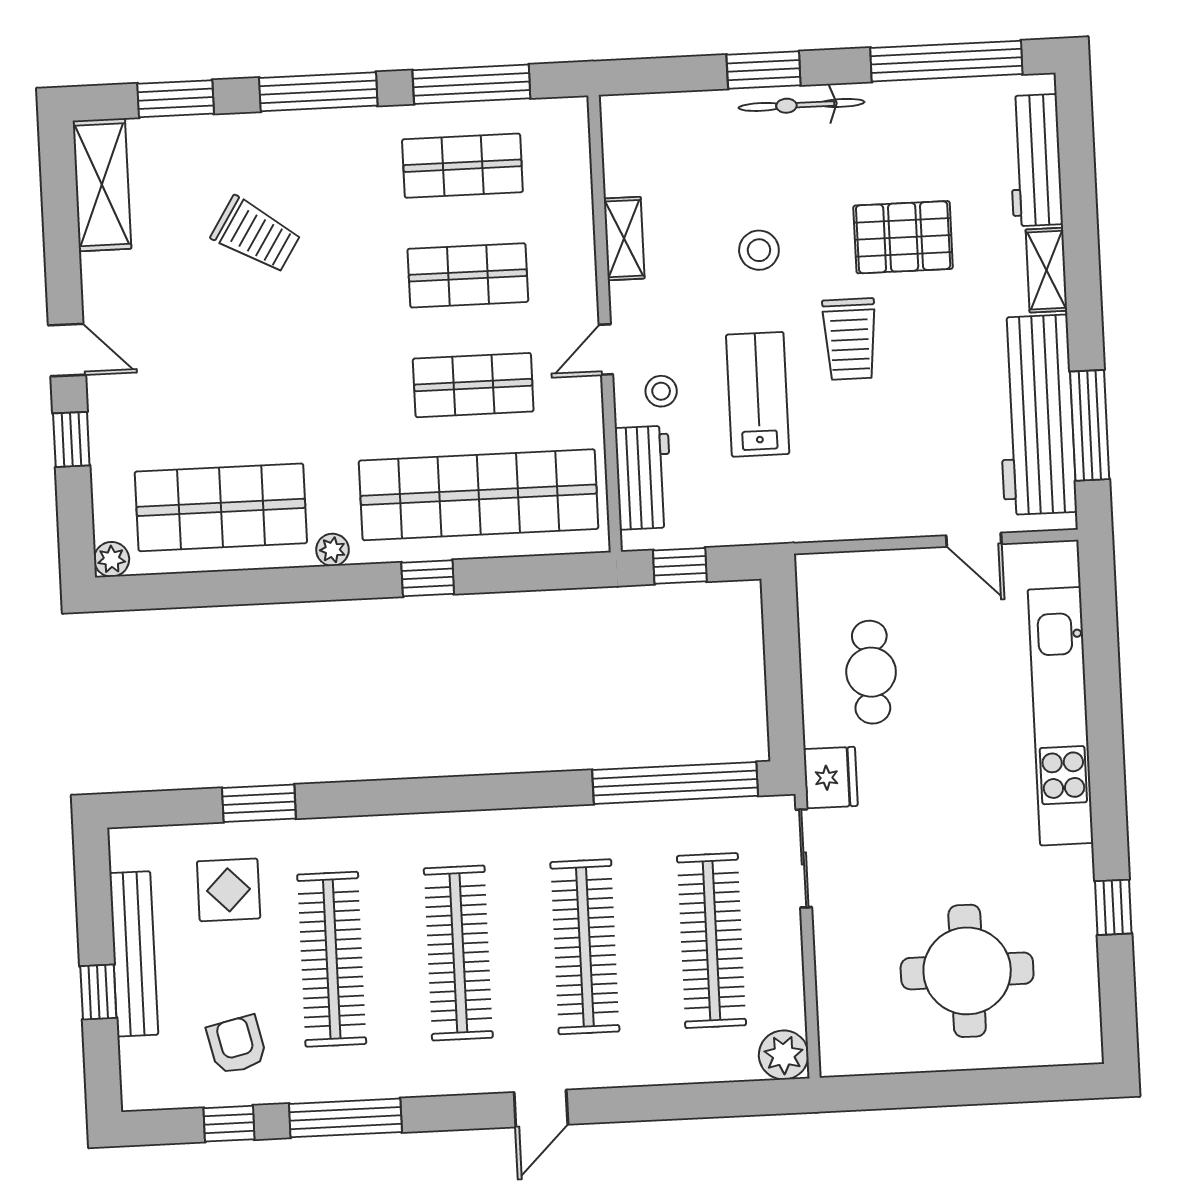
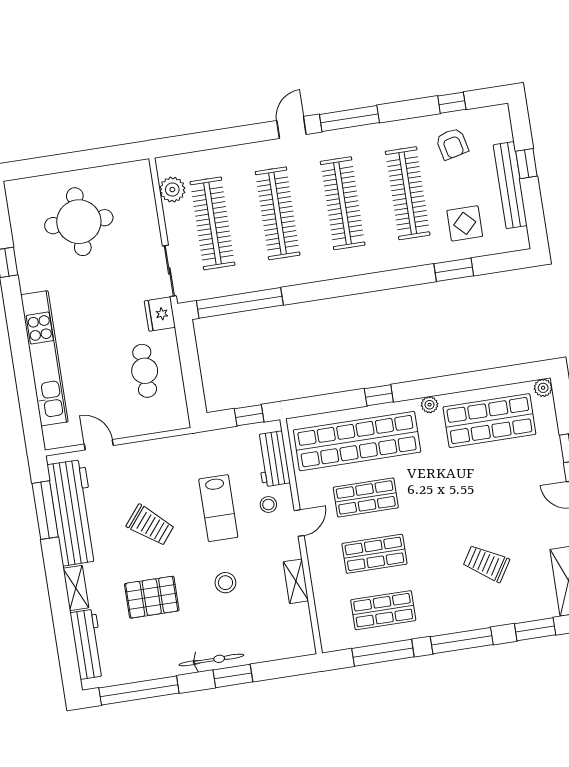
trolley: (850, 339) -> (150, 525), moved, turned 129
plant: (784, 1055) -> (172, 190), moved
window: (345, 1118) -> (349, 119), moved

